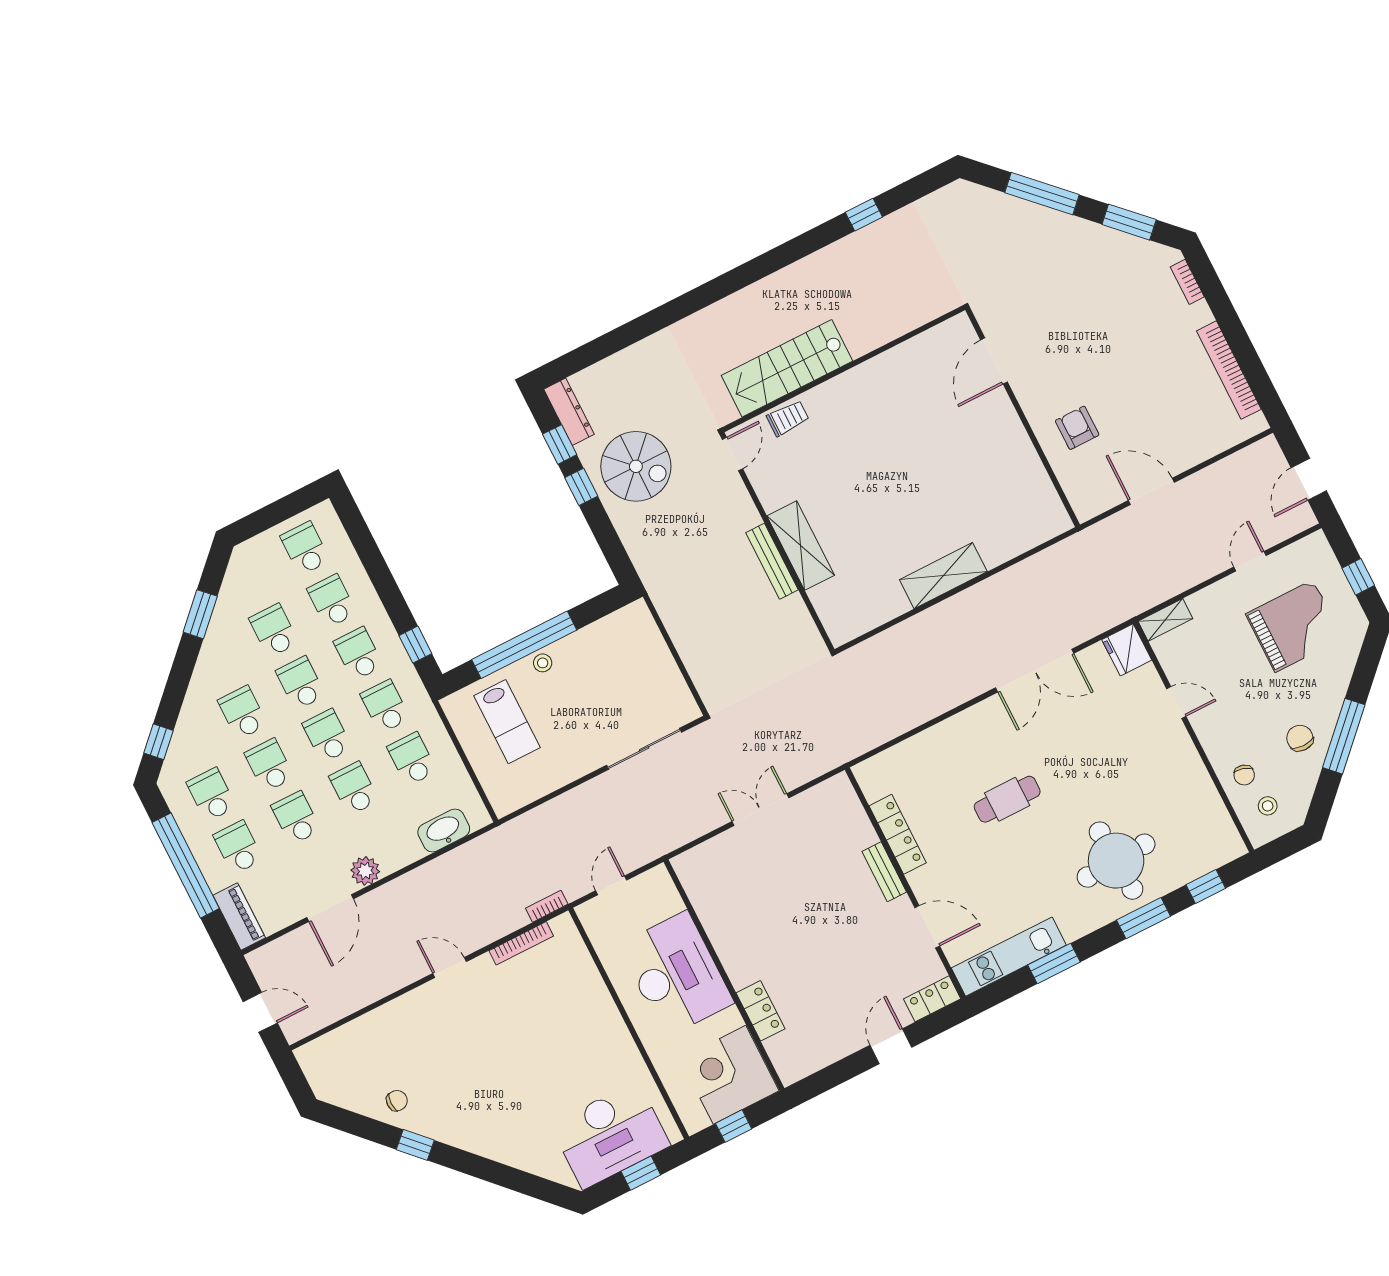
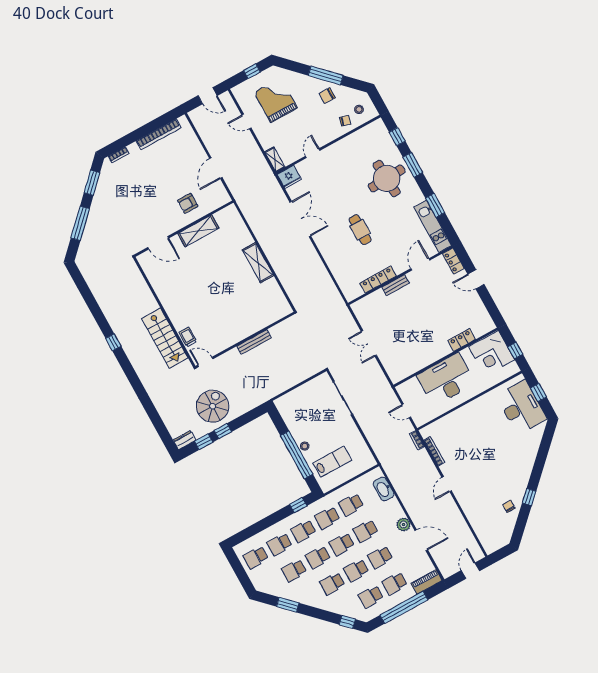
window: (864, 215) -> (113, 342), moved
dresser: (569, 412) -> (185, 440), width x0.70
shelving: (801, 546) -> (198, 231), moved

